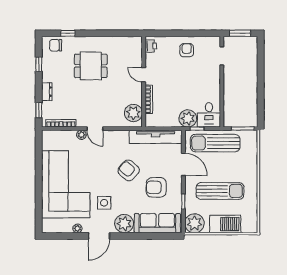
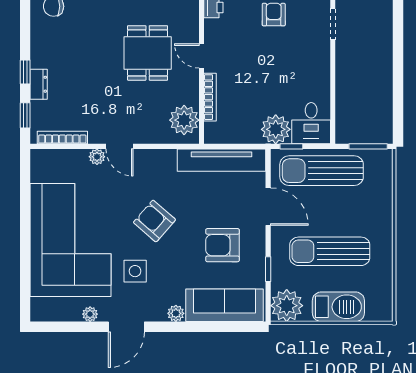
window: (39, 64) -> (25, 72), moved
dining table: (91, 66) -> (148, 53), moved, turned 90
armchair: (129, 170) -> (154, 221), moved
sun lounger: (220, 191) -> (330, 251), turned 180
plant: (124, 224) -> (176, 313), width x0.53, depth x0.53

